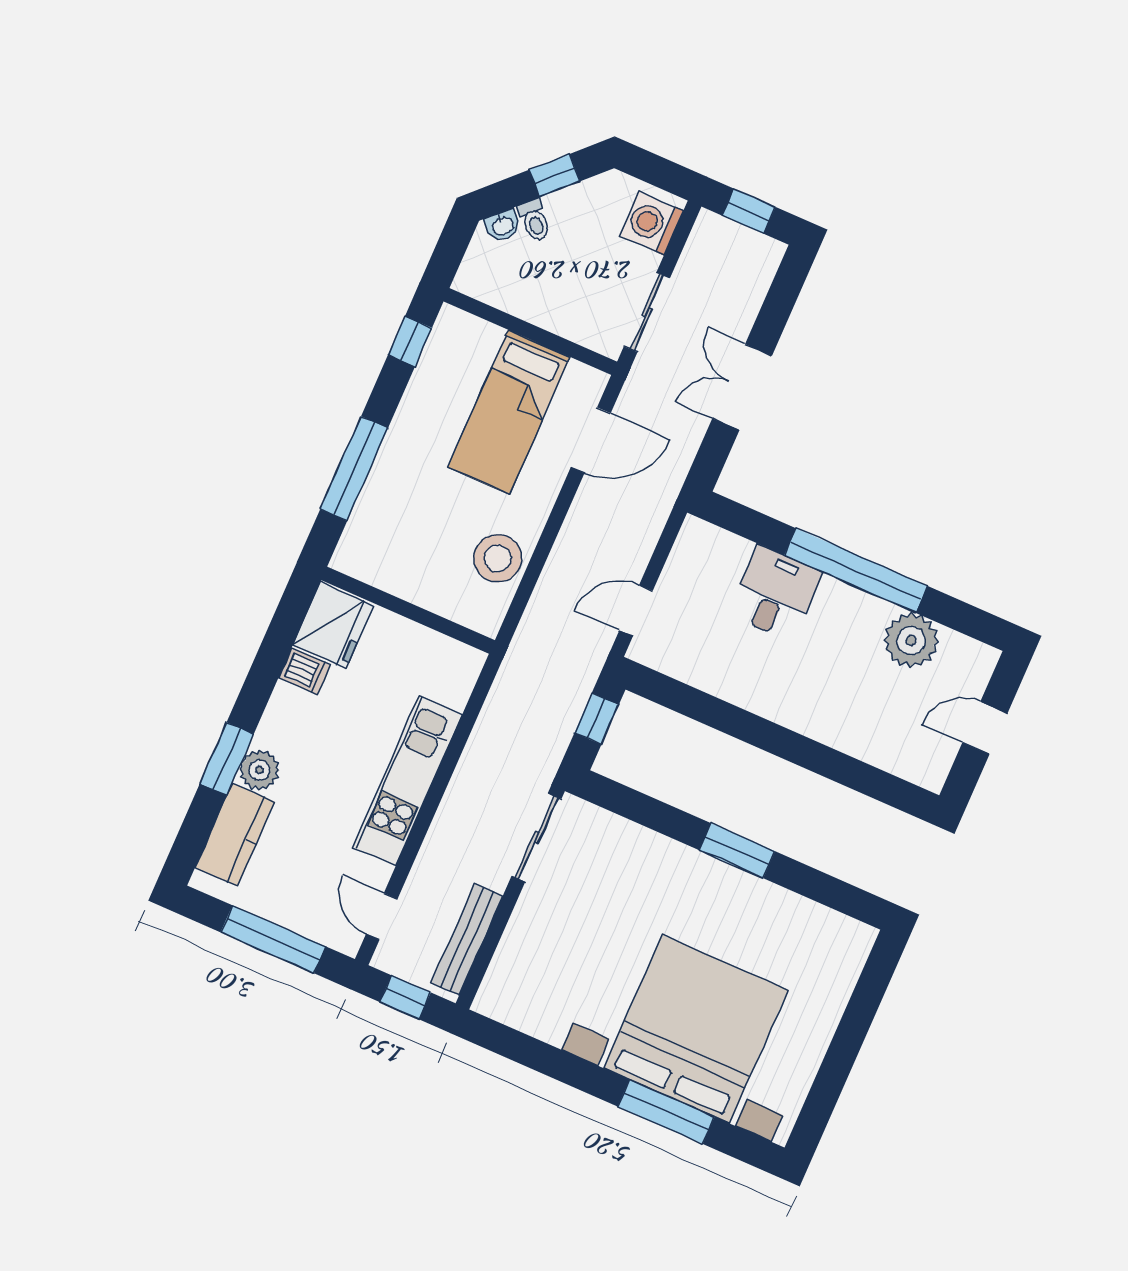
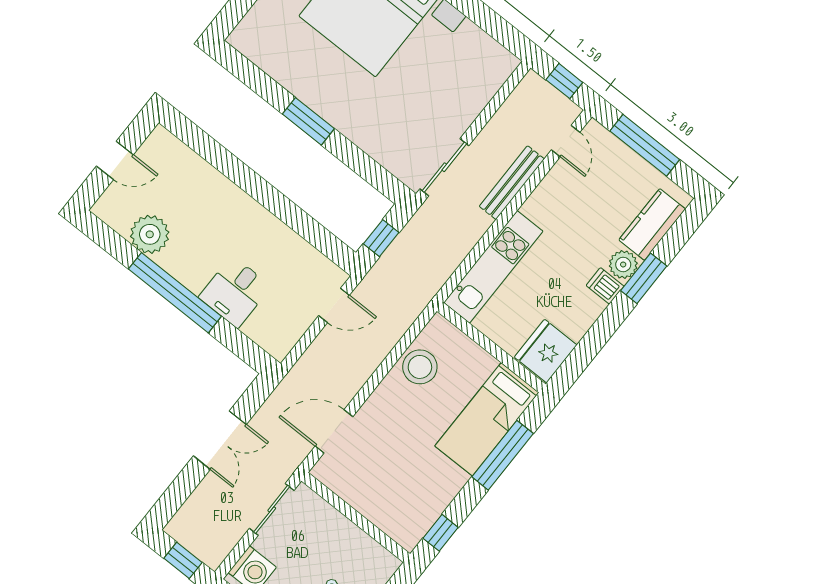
bed: (509, 412) -> (487, 419), moved, turned 180
dishwasher: (304, 671) -> (605, 286), moved
kitchen unit: (408, 781) -> (493, 267), moved
bench: (467, 939) -> (512, 183), moved

